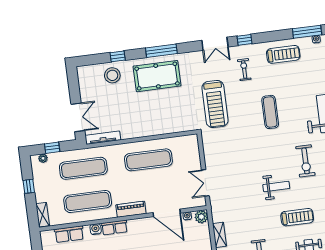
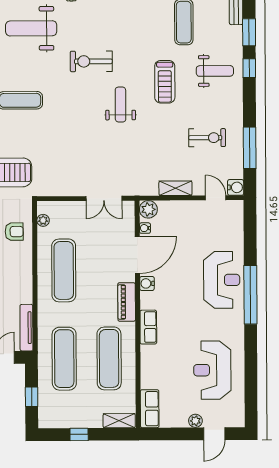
armchair: (173, 120) -> (14, 232), added
plant: (43, 158) -> (43, 220), moved
exercise bike: (305, 161) -> (91, 61), turned 180
treadmill: (297, 217) -> (165, 82), turned 180
water cooler: (96, 229) -> (147, 283), moved
row of seats: (69, 234) -> (150, 409), moved

